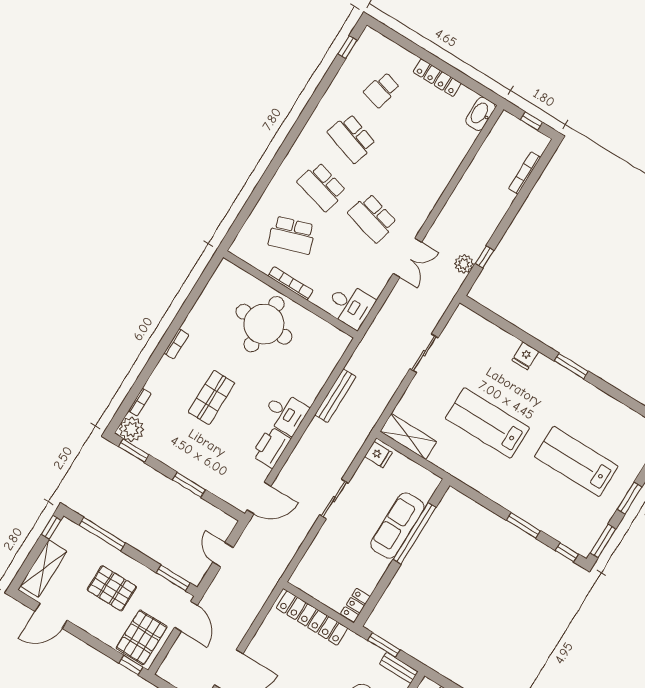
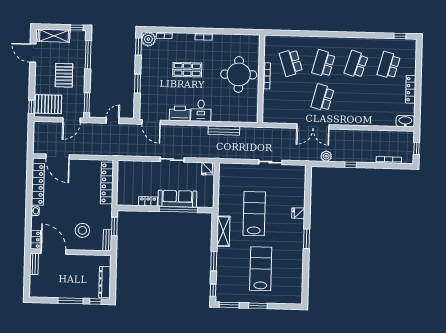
school desk: (382, 90) -> (389, 65), width x1.85
window: (485, 257) -> (351, 165), moved
double door: (407, 258) -> (313, 126), width x1.37
desk: (350, 305) -> (273, 112), removed
shelving: (408, 437) -> (223, 231), moved
locker: (355, 605) -> (148, 201), moved

